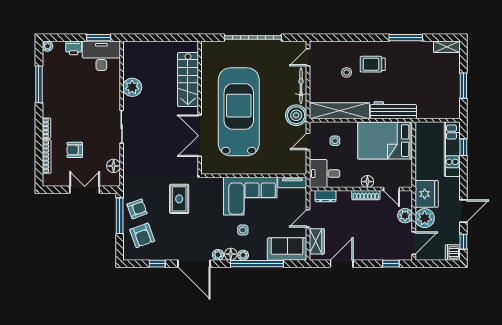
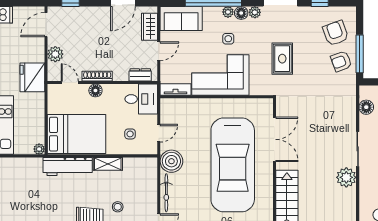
plant: (132, 87) -> (346, 177), moved
shelving: (340, 111) -> (108, 164), width x0.45, depth x0.75
rug: (179, 199) -> (282, 59), moved
plant: (425, 218) -> (39, 149), moved, width x0.53, depth x0.53

